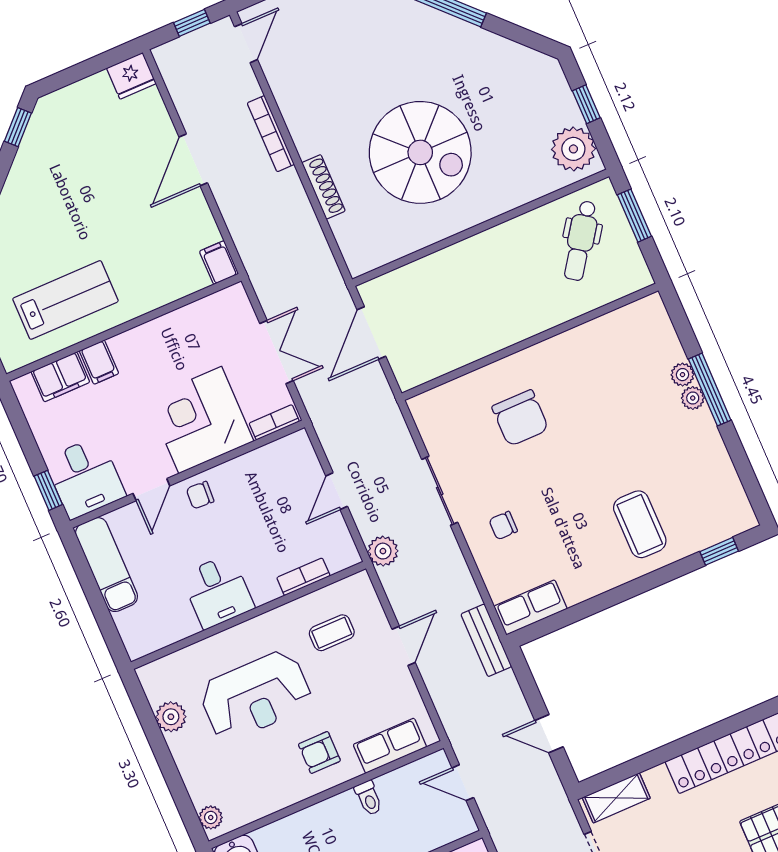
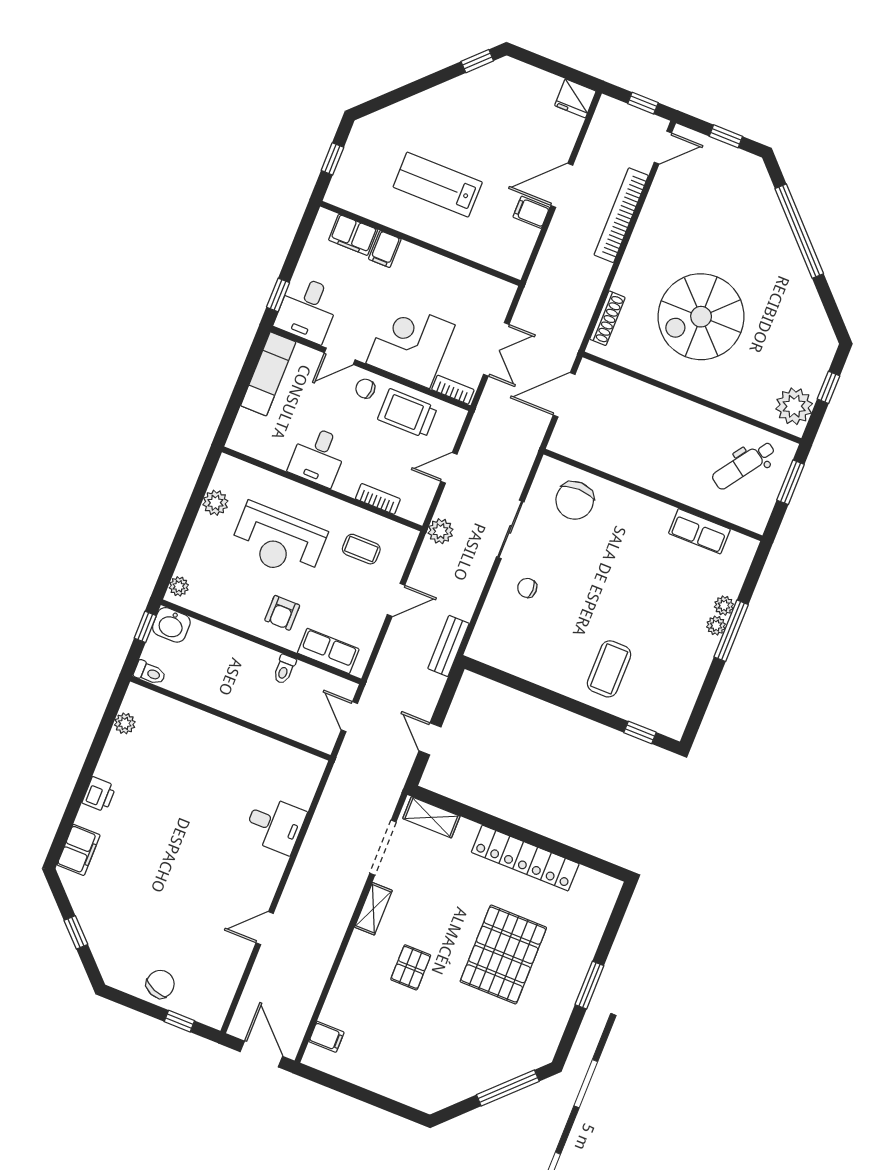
bookcase: (271, 134) -> (621, 215), width x1.48, depth x1.31
spiral stairs: (420, 152) -> (701, 317), turned 90
shoe rack: (324, 187) -> (607, 318), moved
filing cabinet: (219, 263) -> (531, 212), moved, turned -90
lab bench: (65, 300) -> (438, 185), moved, turned 180
chair: (520, 418) -> (575, 500), moved
trolley: (256, 480) -> (407, 413), added
row of seats: (530, 608) -> (699, 531), moved, turned 180
armchair: (319, 753) -> (282, 613), turned -90

